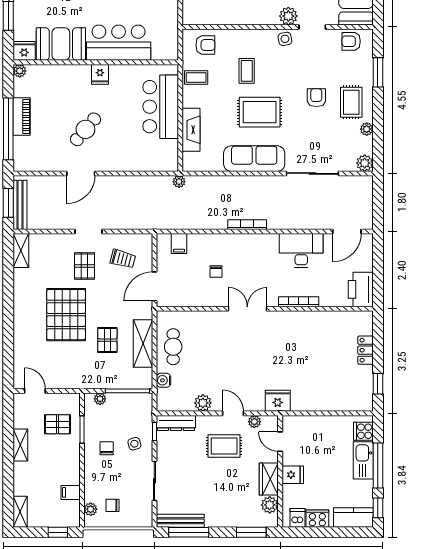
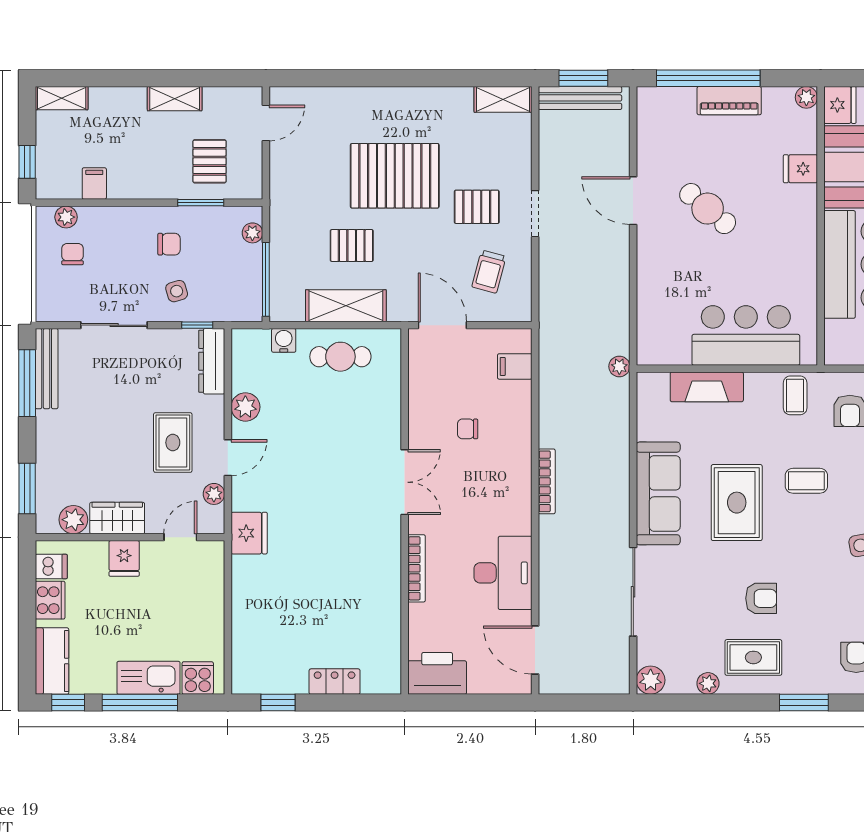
fridge: (100, 74) -> (800, 169), moved

